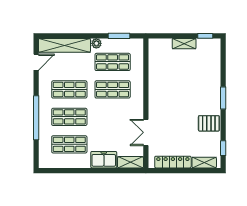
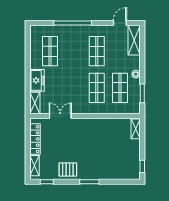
shelving: (184, 44) -> (136, 129), moved
shelving: (64, 45) -> (134, 40), width x0.68
door: (36, 62) -> (120, 23), swing flipped
shop shelf: (69, 117) -> (73, 51), removed
pallet: (209, 123) -> (68, 170), turned 90

